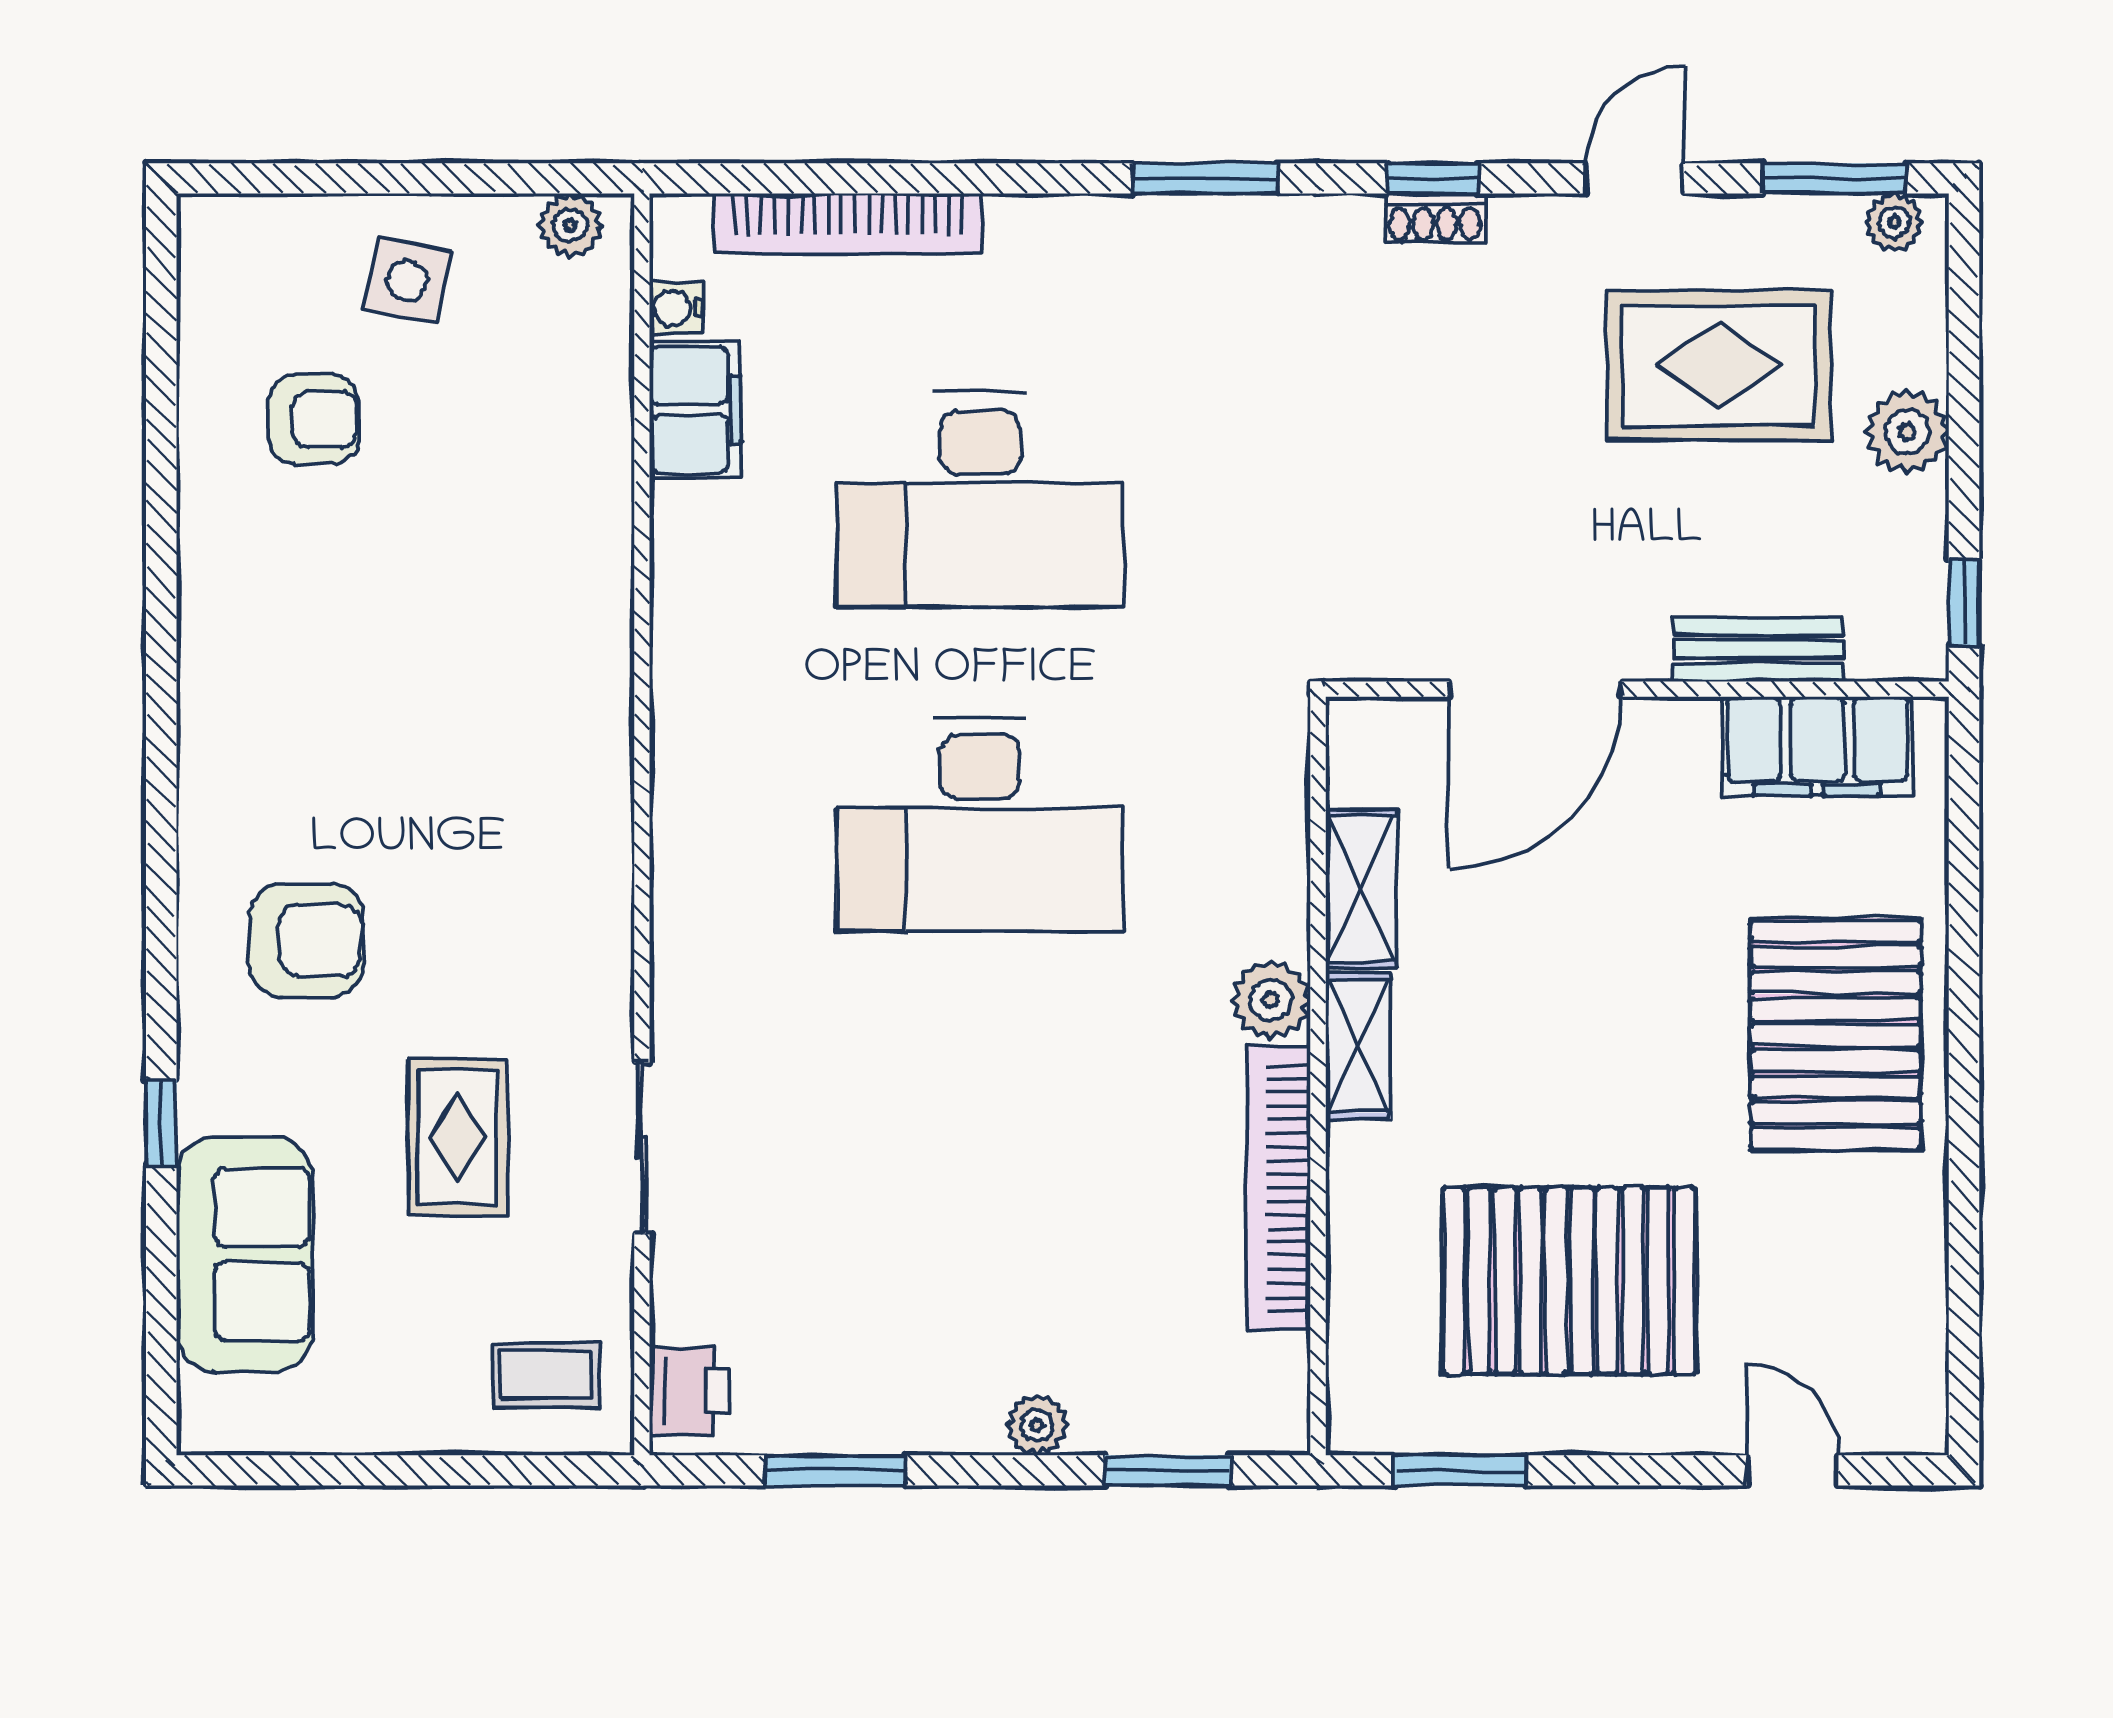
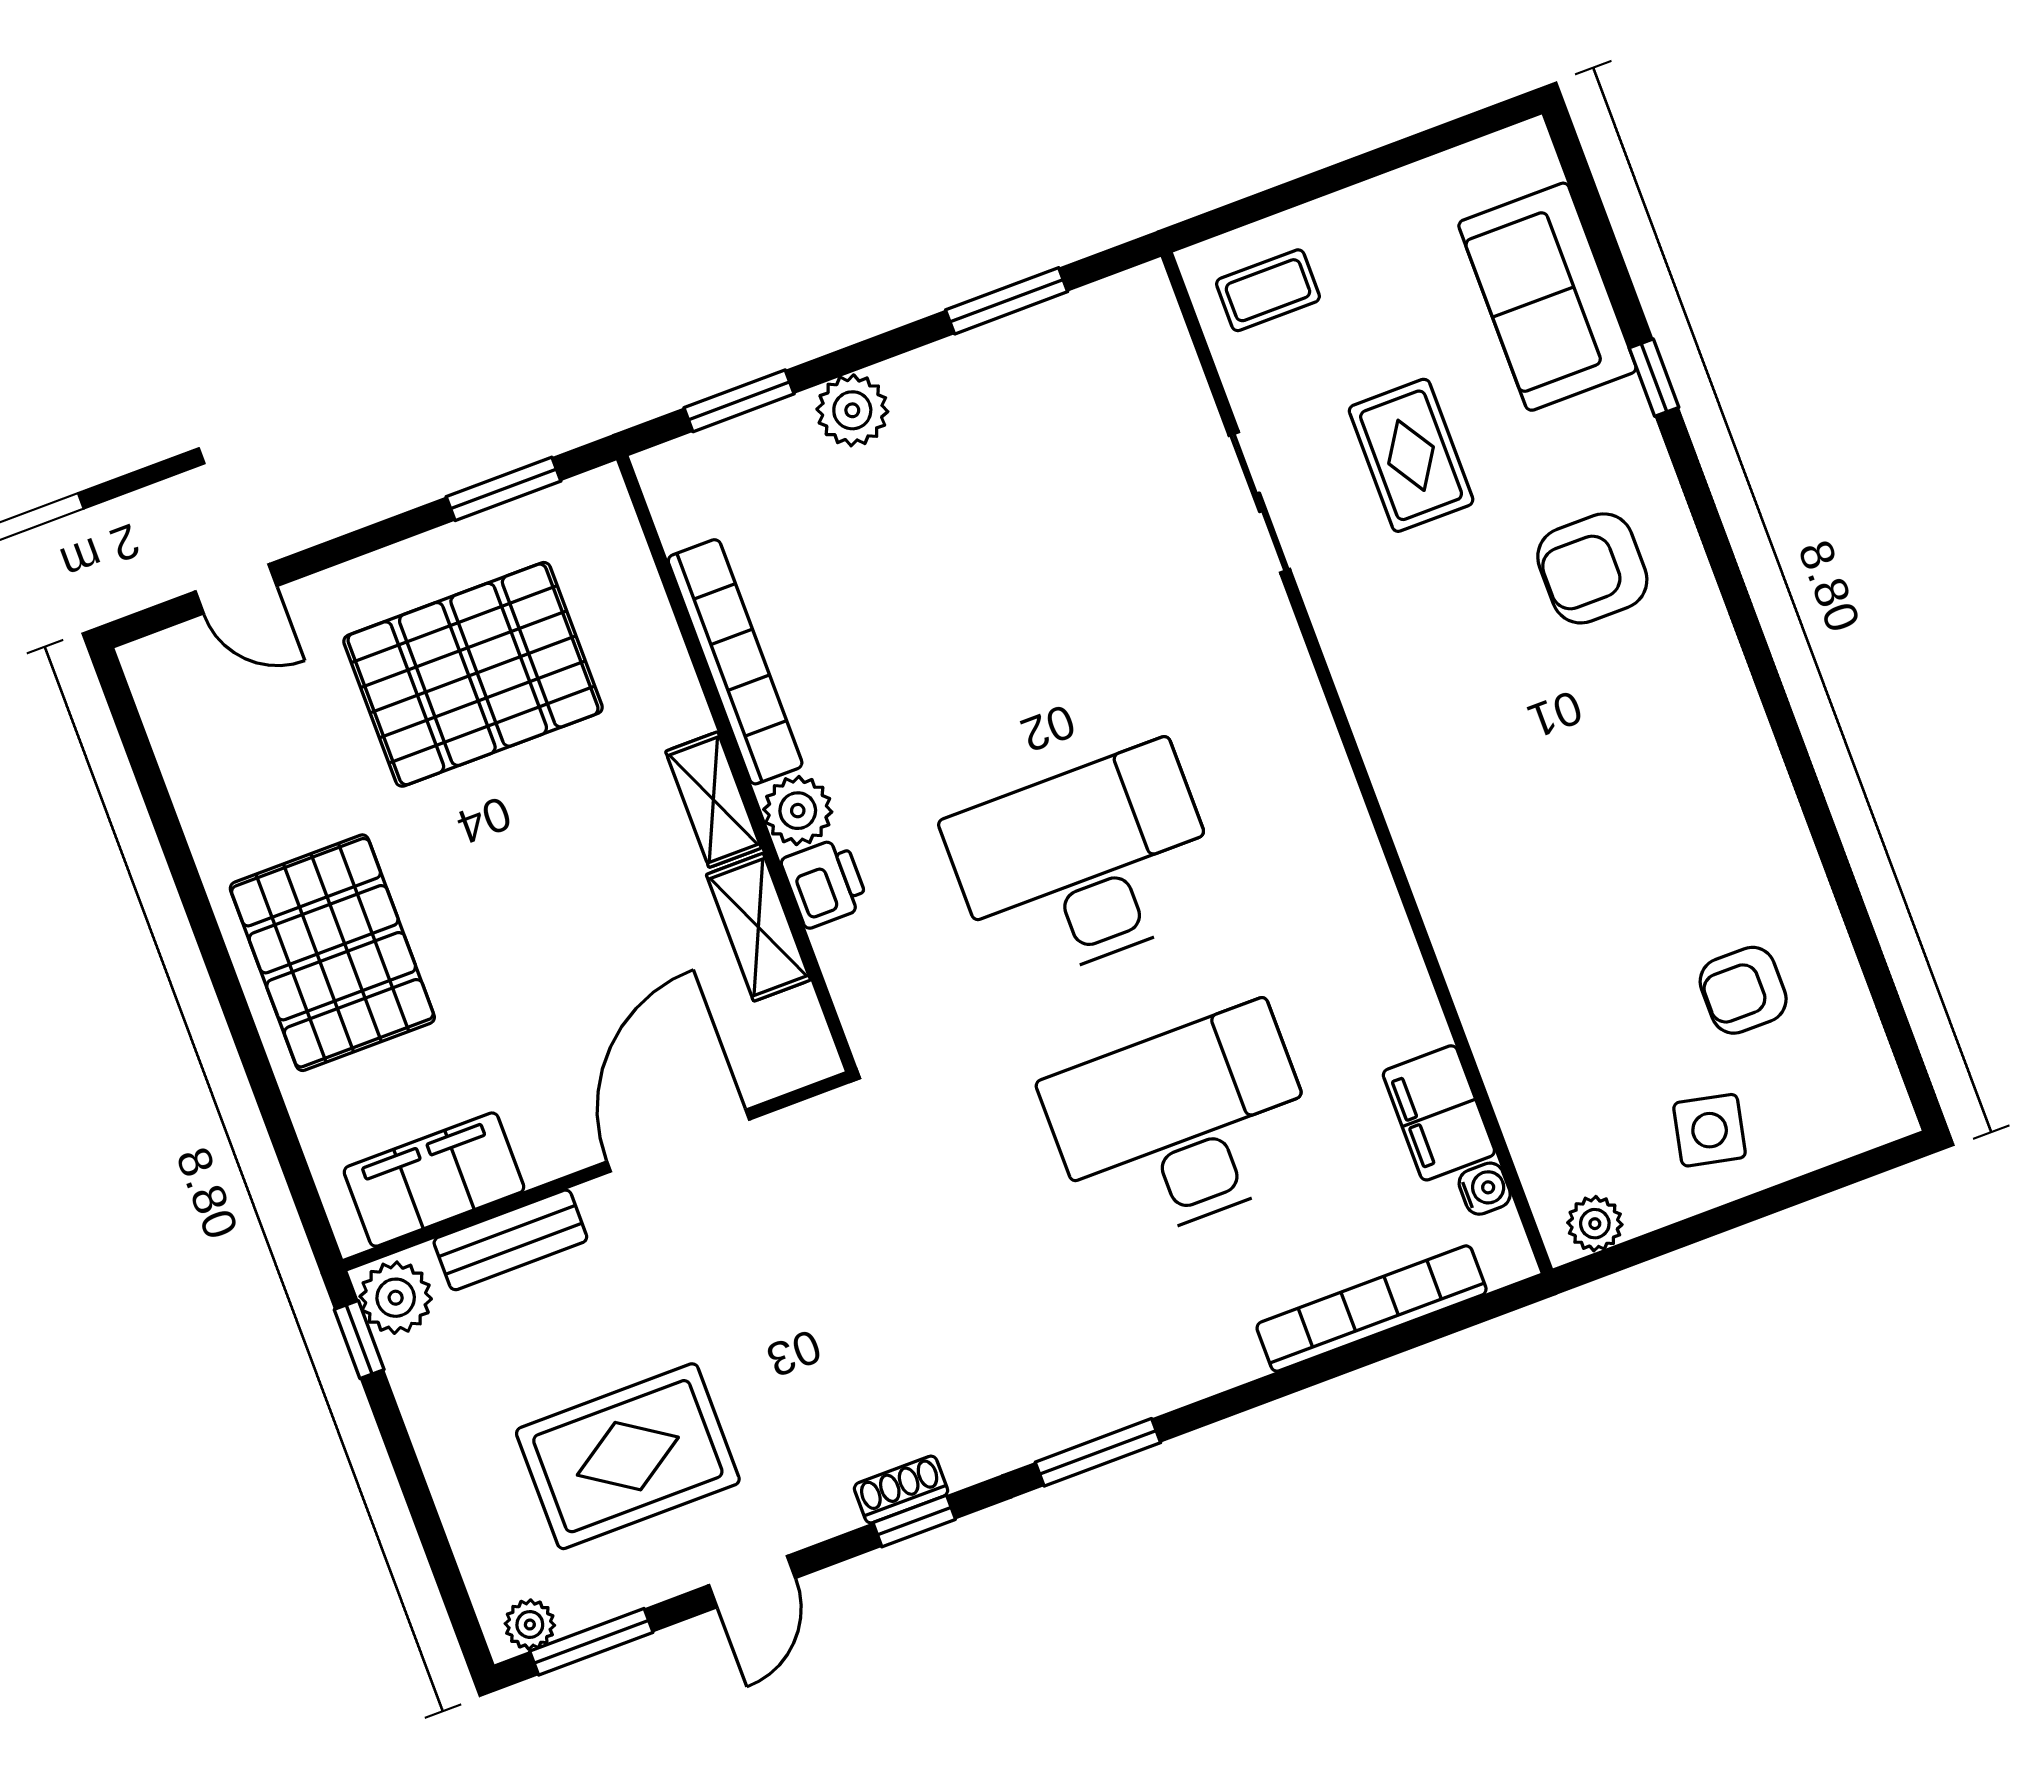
plant: (1907, 432) -> (396, 1298), moved
printer: (689, 1391) -> (825, 883), moved, turned 180
plant: (1037, 1425) -> (852, 410), width x1.38, depth x1.38

